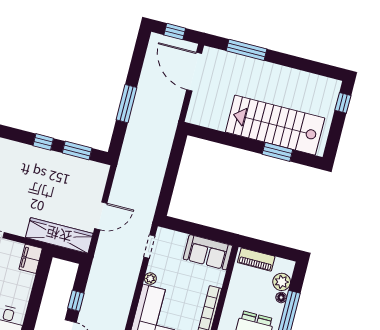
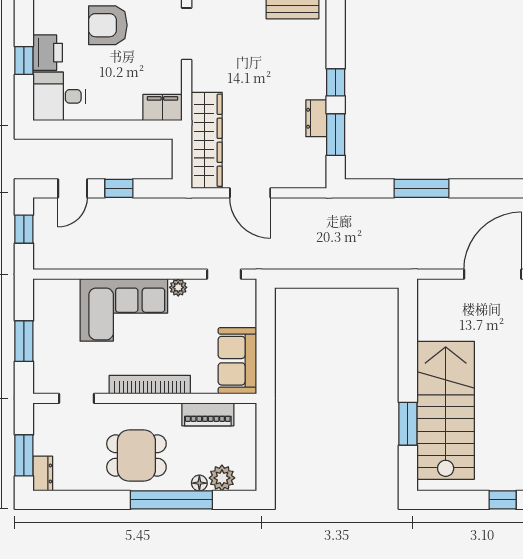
dresser: (63, 160) -> (316, 118), added
piano: (256, 259) -> (208, 414), moved, turned -90

